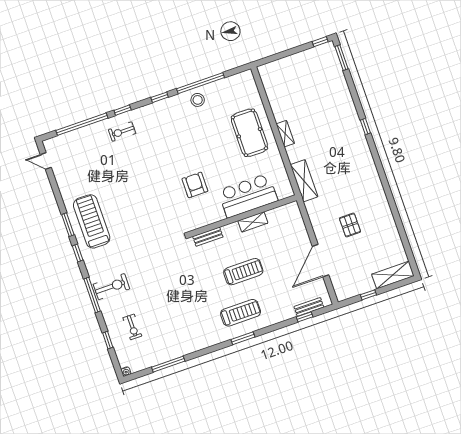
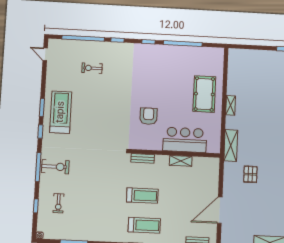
stool: (198, 100) -> (176, 55), removed
exercise bike: (122, 132) -> (92, 68), moved
pallet: (350, 225) -> (250, 174), moved
treadmill: (243, 272) -> (142, 196), moved

